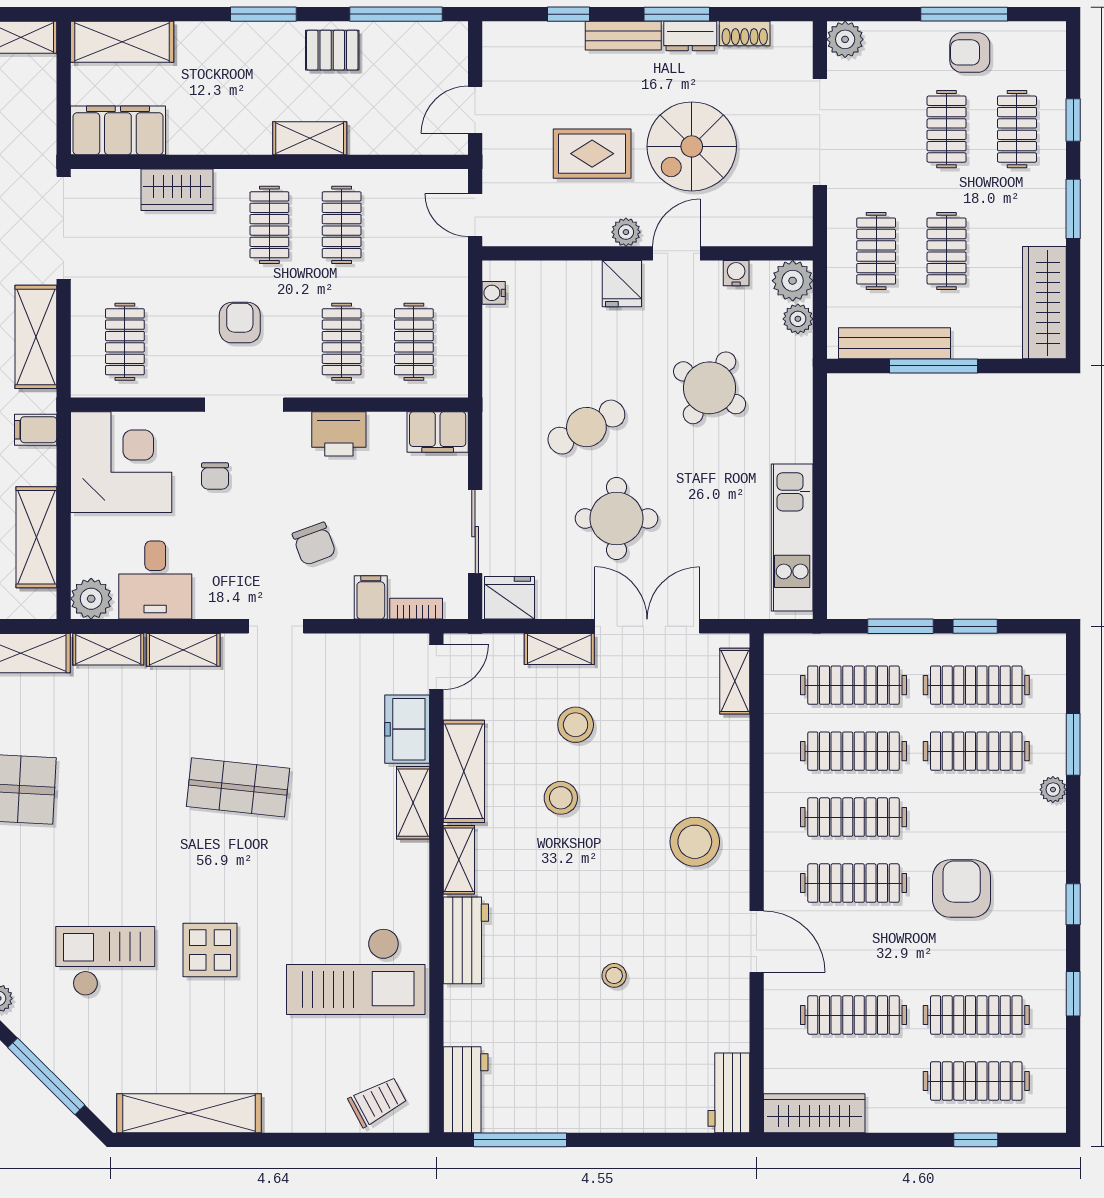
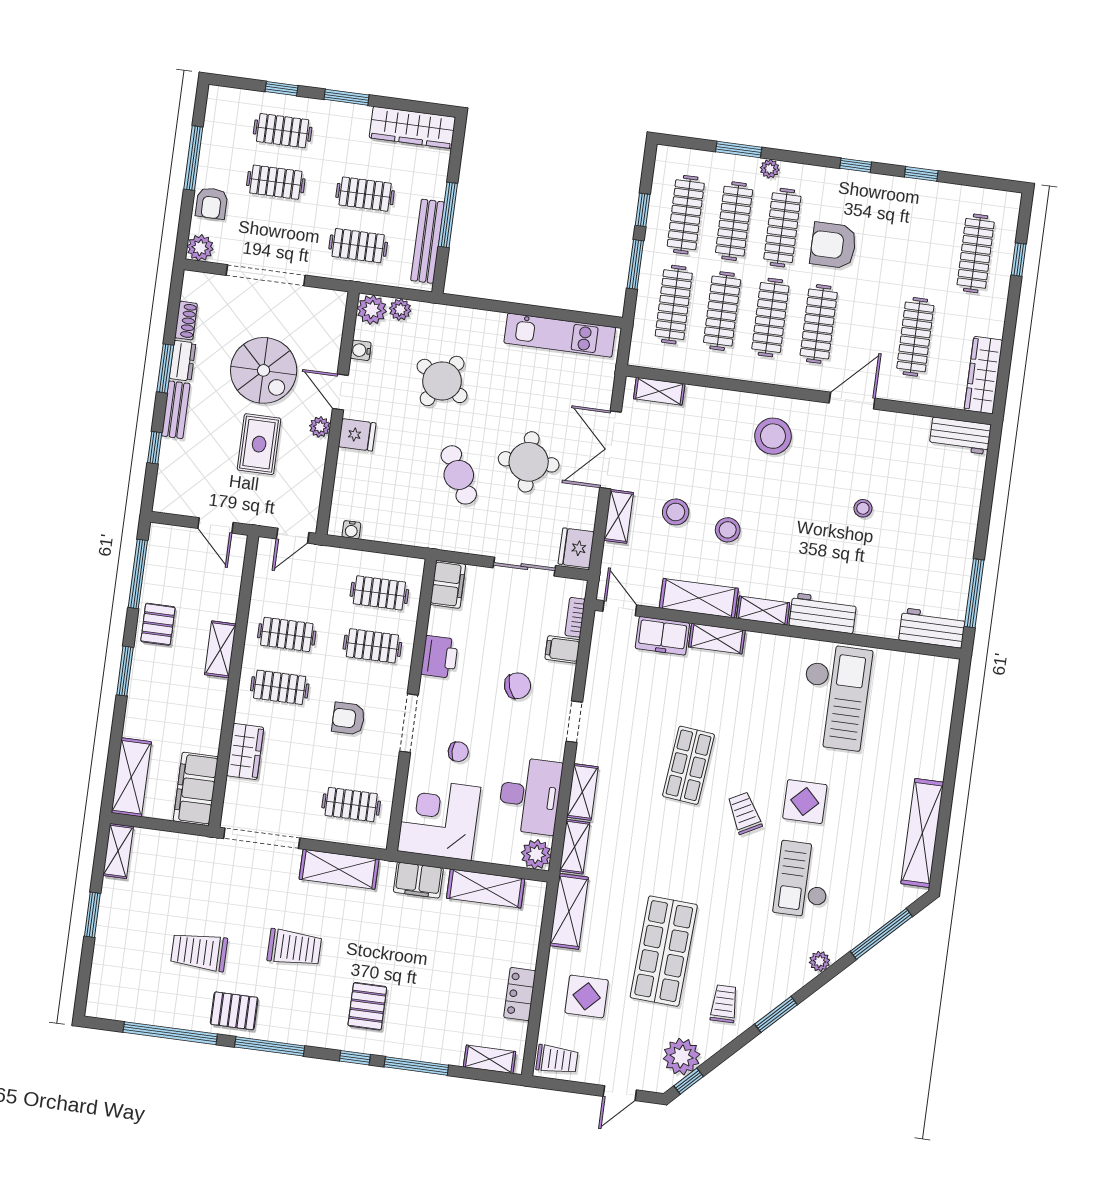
armchair: (970, 52) -> (212, 203), moved
filing cabinet: (36, 430) -> (418, 880), width x2.00
desk: (155, 580) -> (530, 796), width x1.37
clothes rail: (976, 1015) -> (782, 228), moved
trolley: (378, 1102) -> (745, 813), moved

